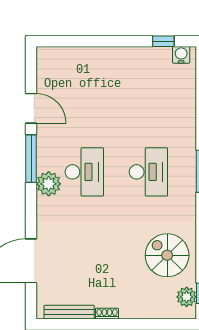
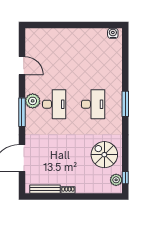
window: (163, 41) -> (102, 25), removed
window: (31, 159) -> (22, 112), moved
plant: (49, 184) -> (33, 101), moved

